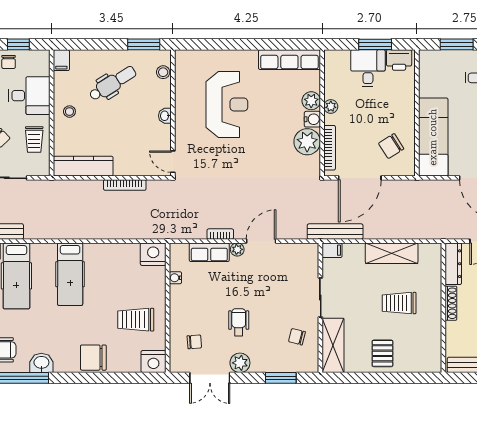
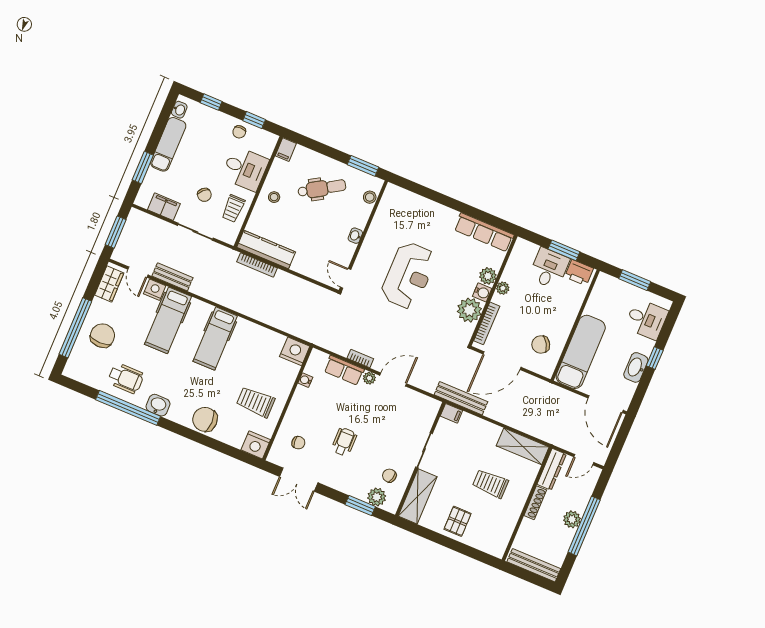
reception desk: (227, 105) -> (408, 276), moved
bookcase: (125, 185) -> (257, 265), moved
shelving: (392, 253) -> (523, 446), moved
plant: (240, 363) -> (377, 497), moved

